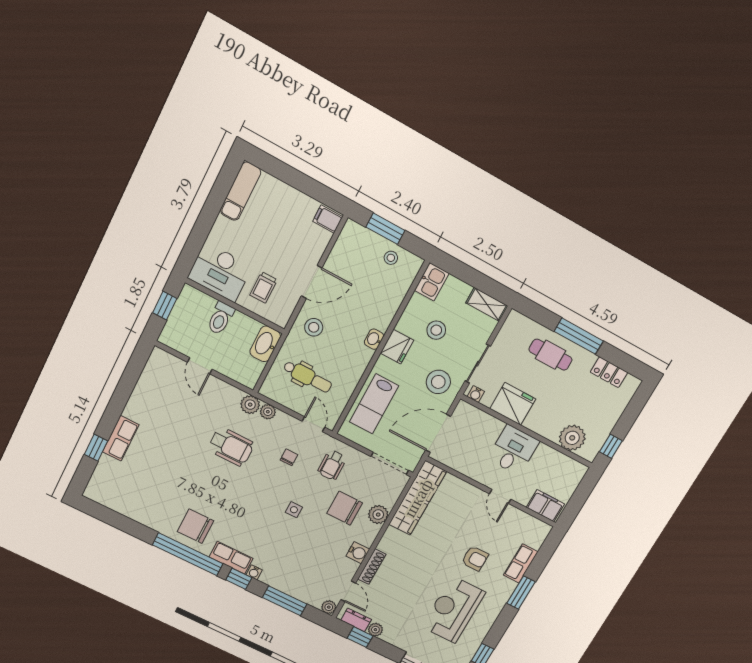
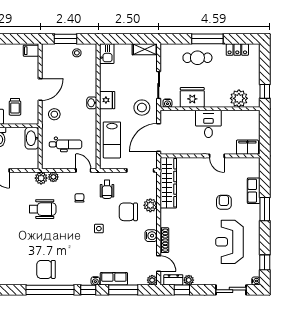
stool: (436, 330) -> (124, 79), removed
row of seats: (231, 558) -> (114, 279), moved
armchair: (475, 558) -> (224, 202), turned -90

